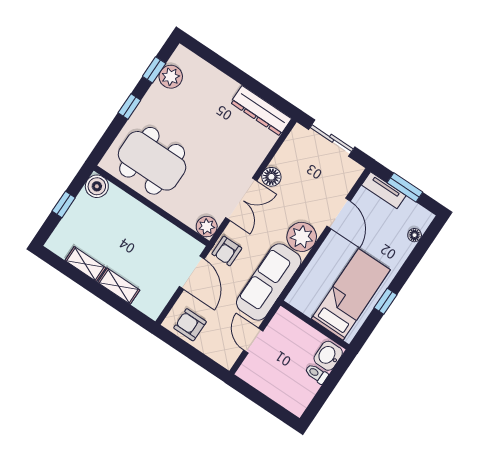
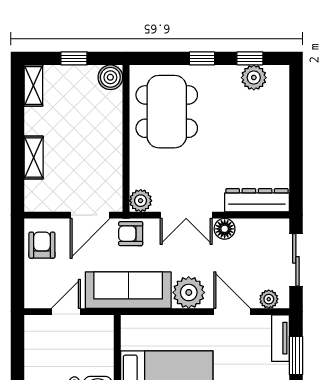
dresser: (261, 111) -> (257, 200), moved, turned 90
plant: (348, 179) -> (269, 299), added
door: (339, 214) -> (232, 312), swing flipped
shelving: (85, 264) -> (33, 86), moved

